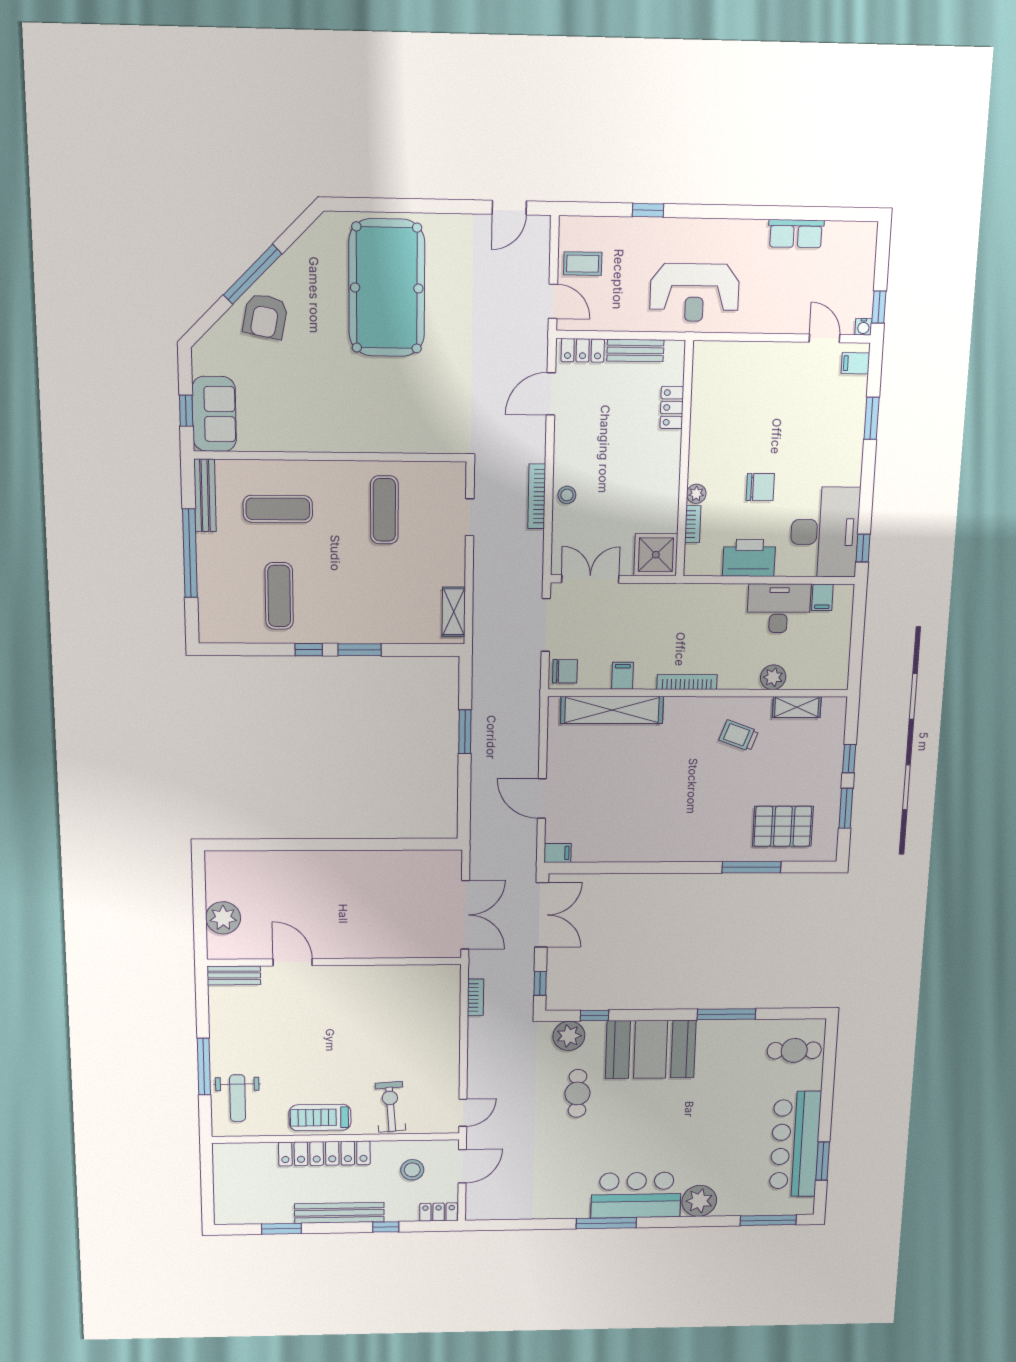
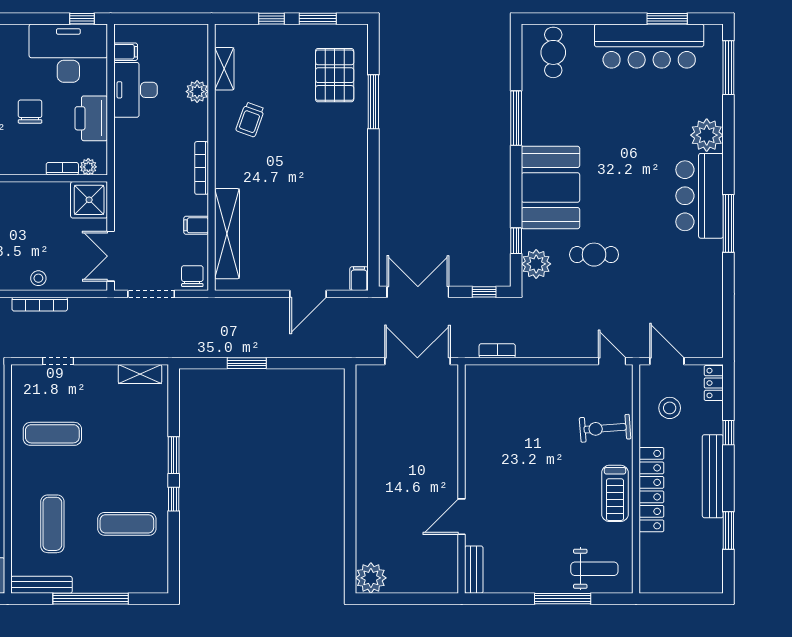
plant: (696, 494) -> (88, 167), moved
plant: (223, 918) -> (371, 578), moved

